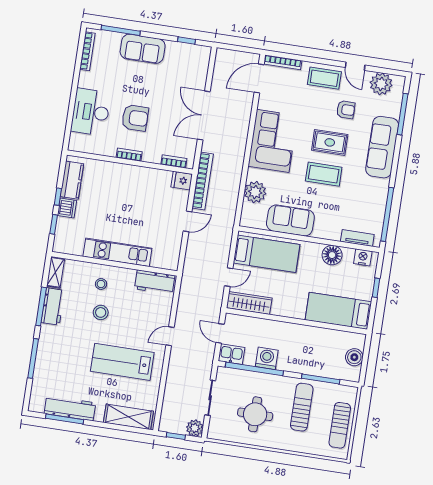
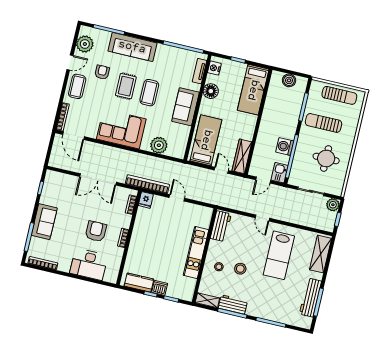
sofa: (290, 220) -> (185, 107), moved

